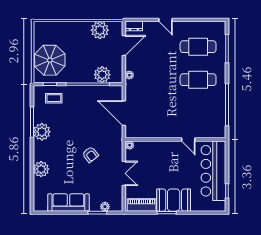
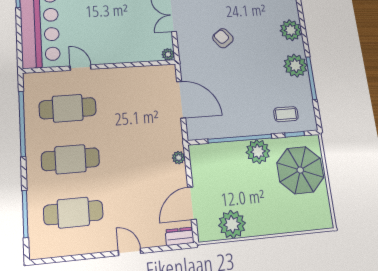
plant: (102, 75) -> (258, 152), moved
cafe table: (198, 113) -> (68, 108), added
plant: (41, 169) -> (291, 30), moved

